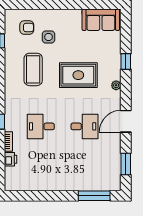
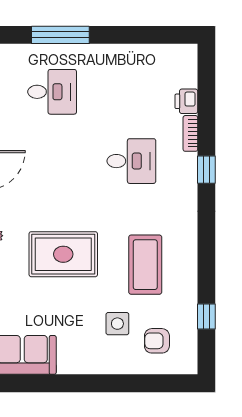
desk: (84, 126) -> (52, 92), moved, turned 180
window: (94, 196) -> (60, 35), moved

